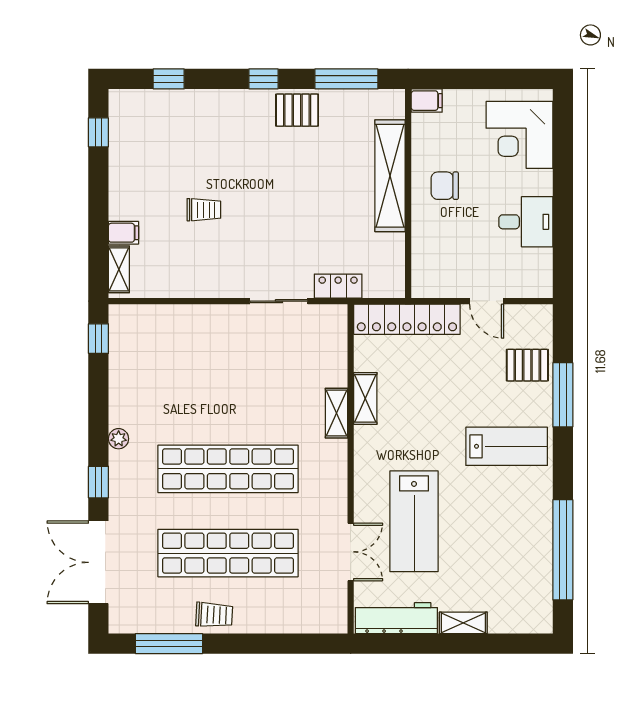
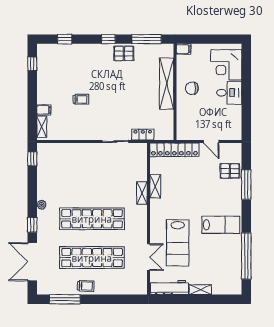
desk: (526, 222) -> (229, 93), moved
lab bench: (507, 446) -> (221, 225), moved

